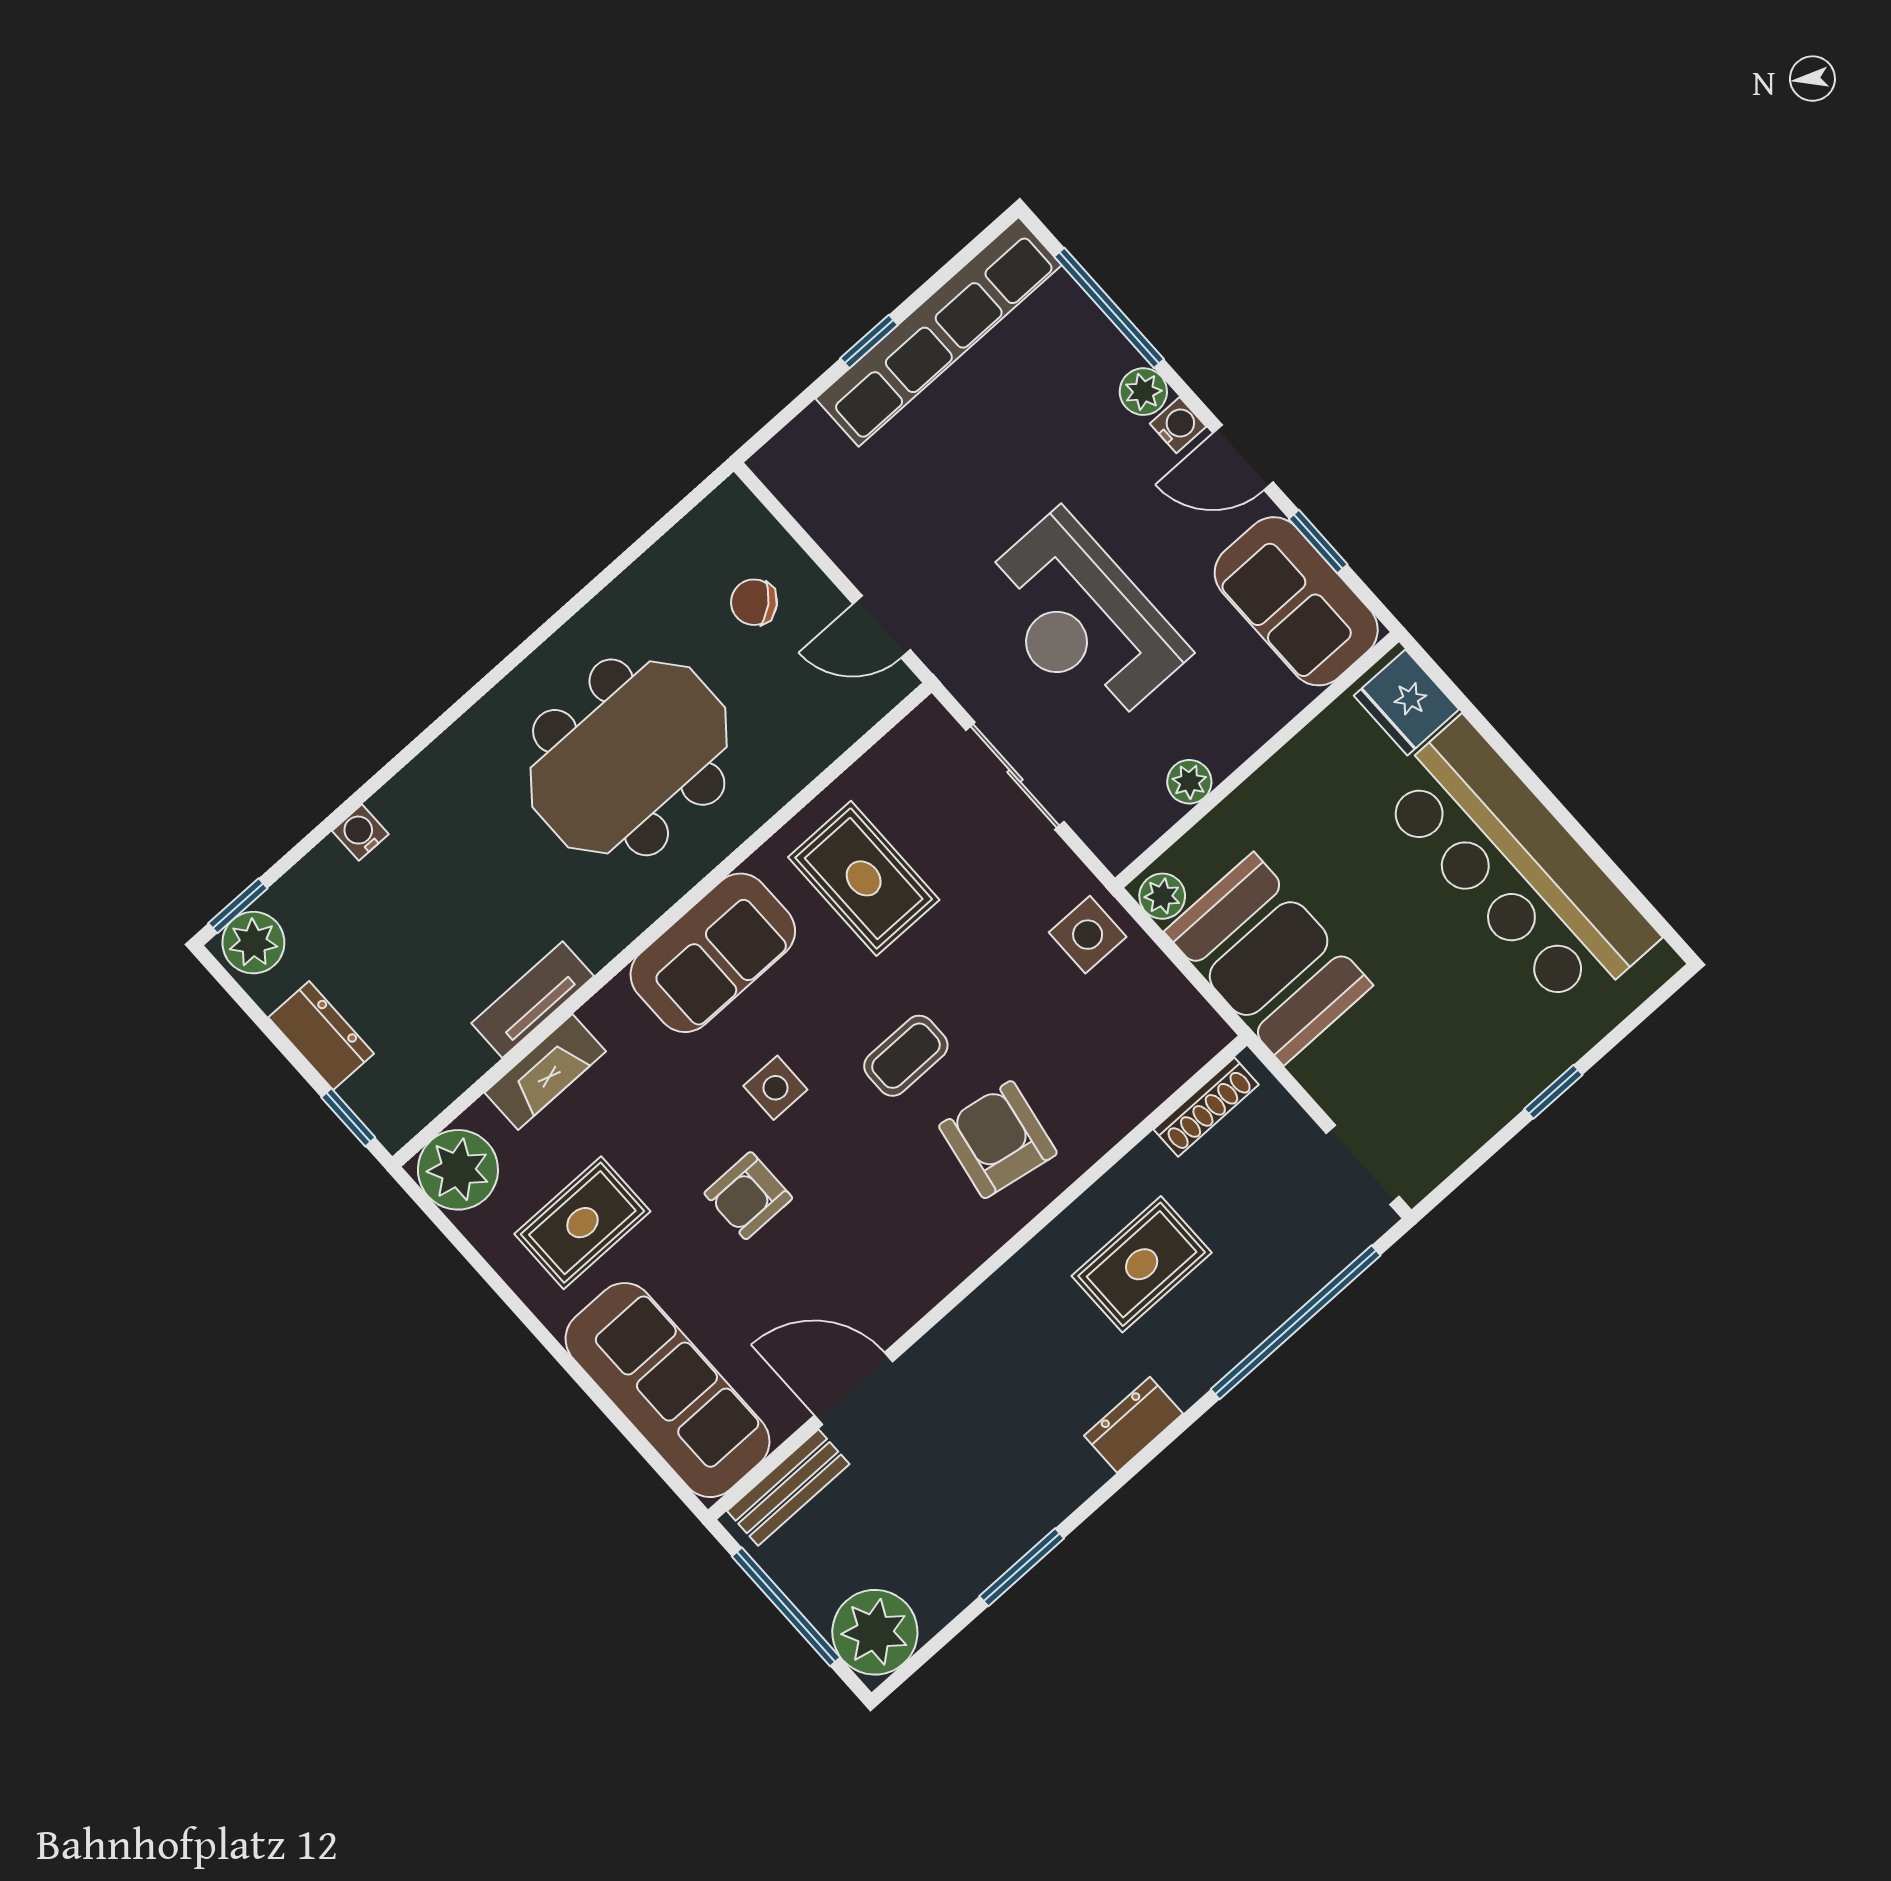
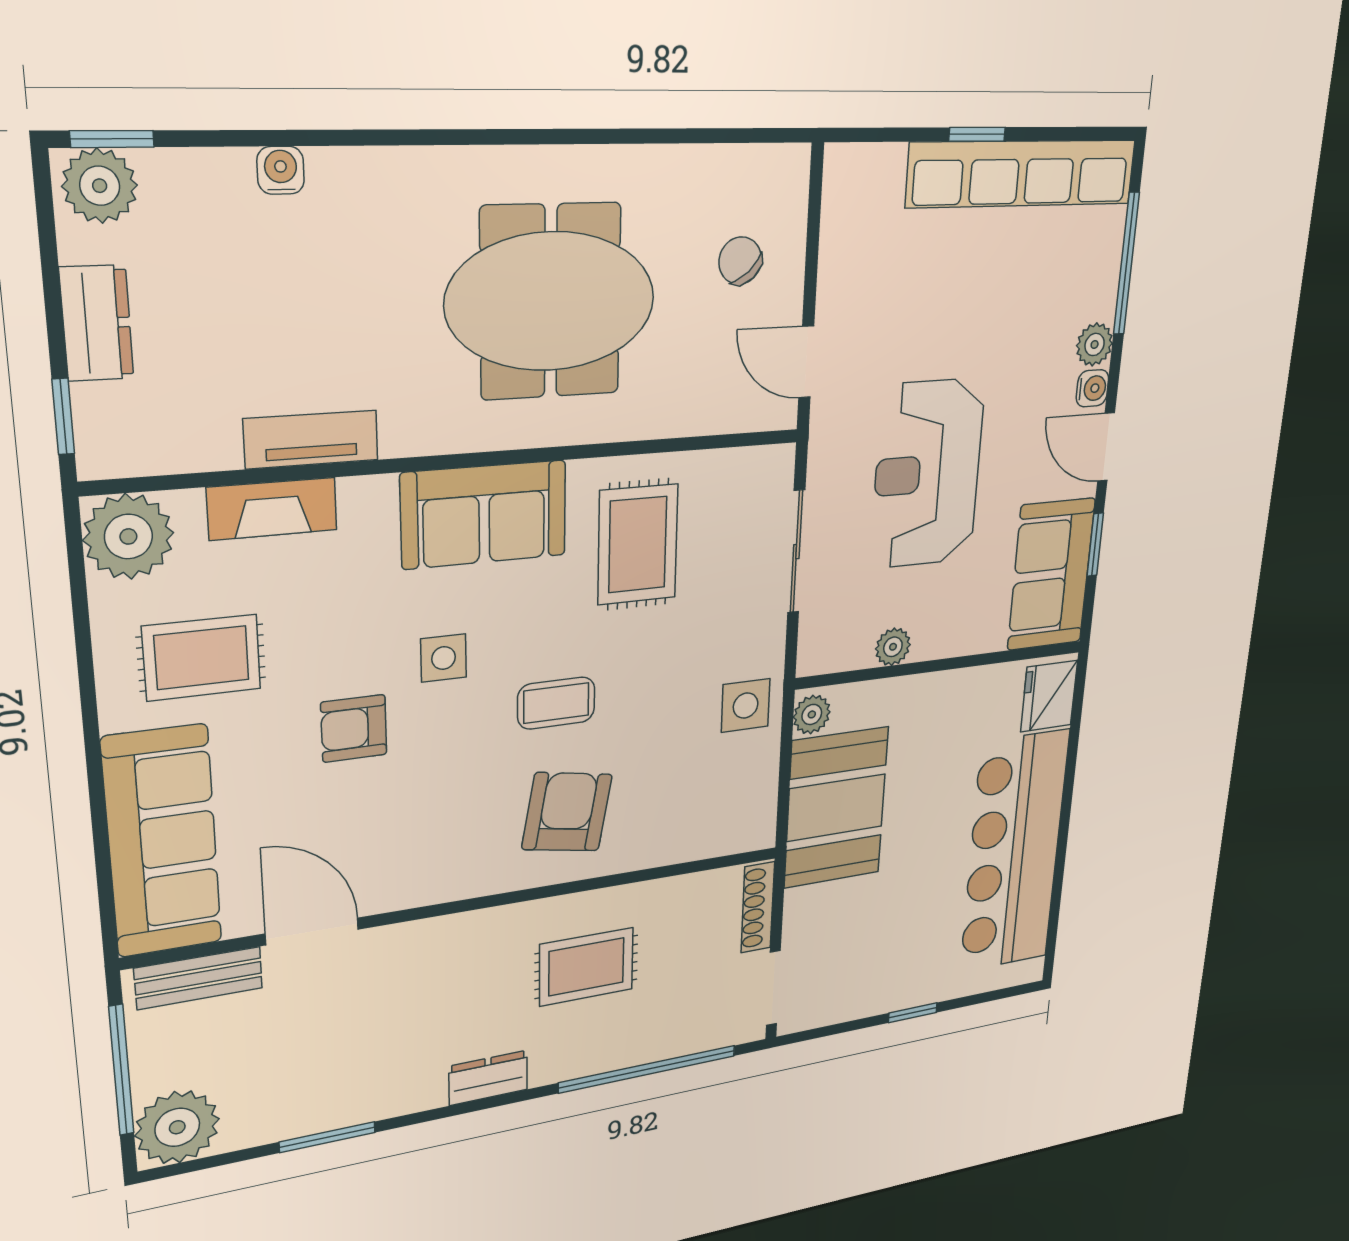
shoe rack: (1206, 1107) -> (758, 907), moved, turned 90

